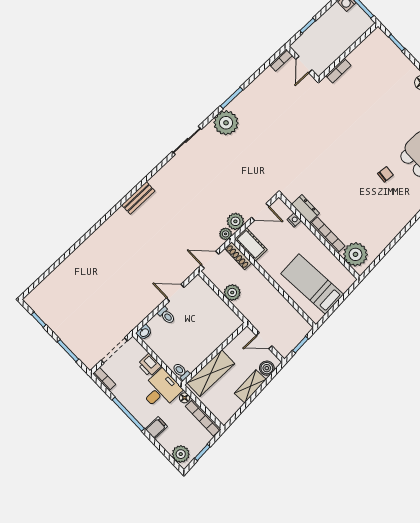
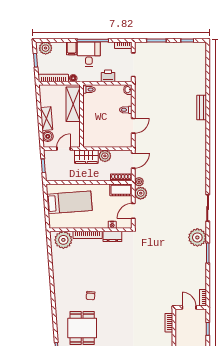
bench: (138, 198) -> (202, 108), moved
wardrobe: (251, 310) -> (86, 157), added
desk: (161, 390) -> (89, 54), moved, turned 180

